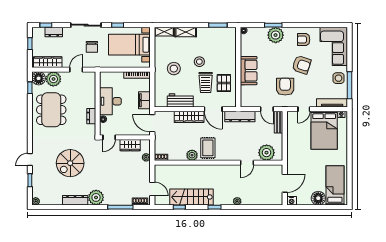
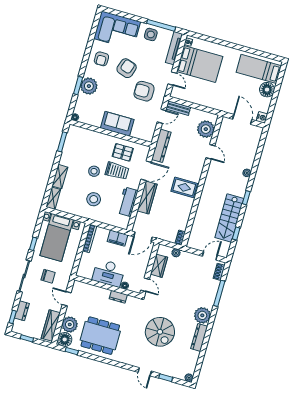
plant: (192, 155) -> (187, 206), removed

